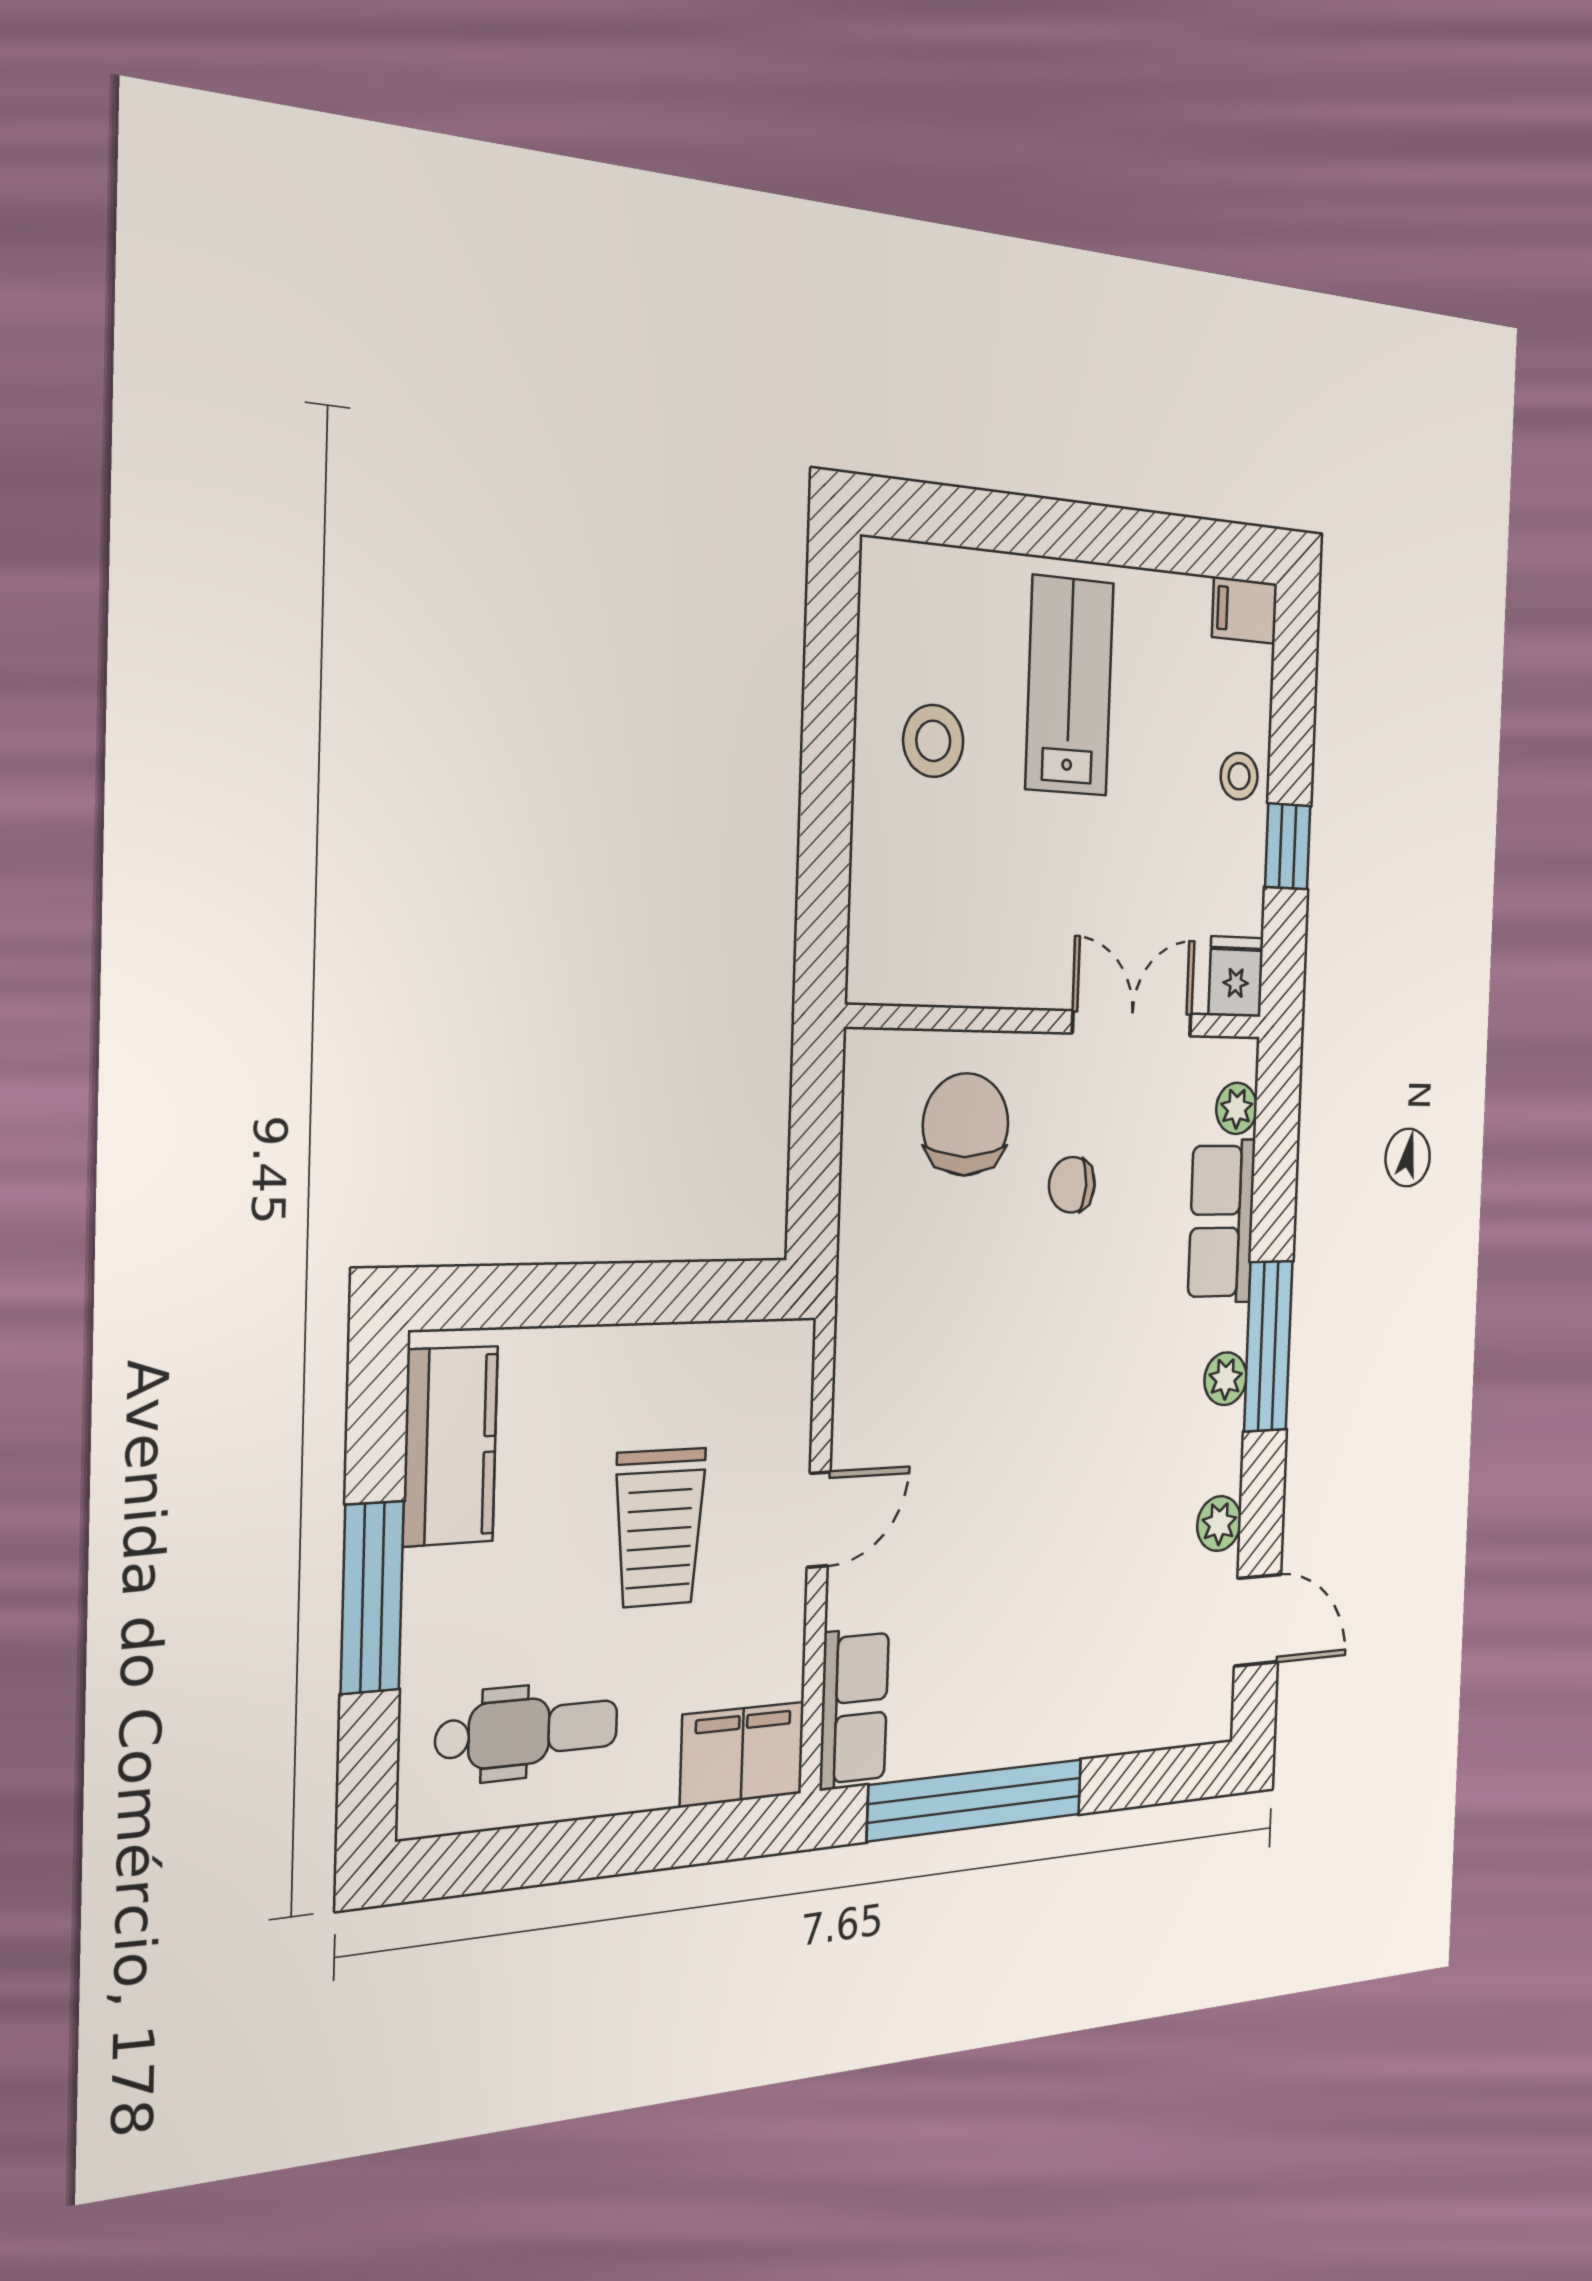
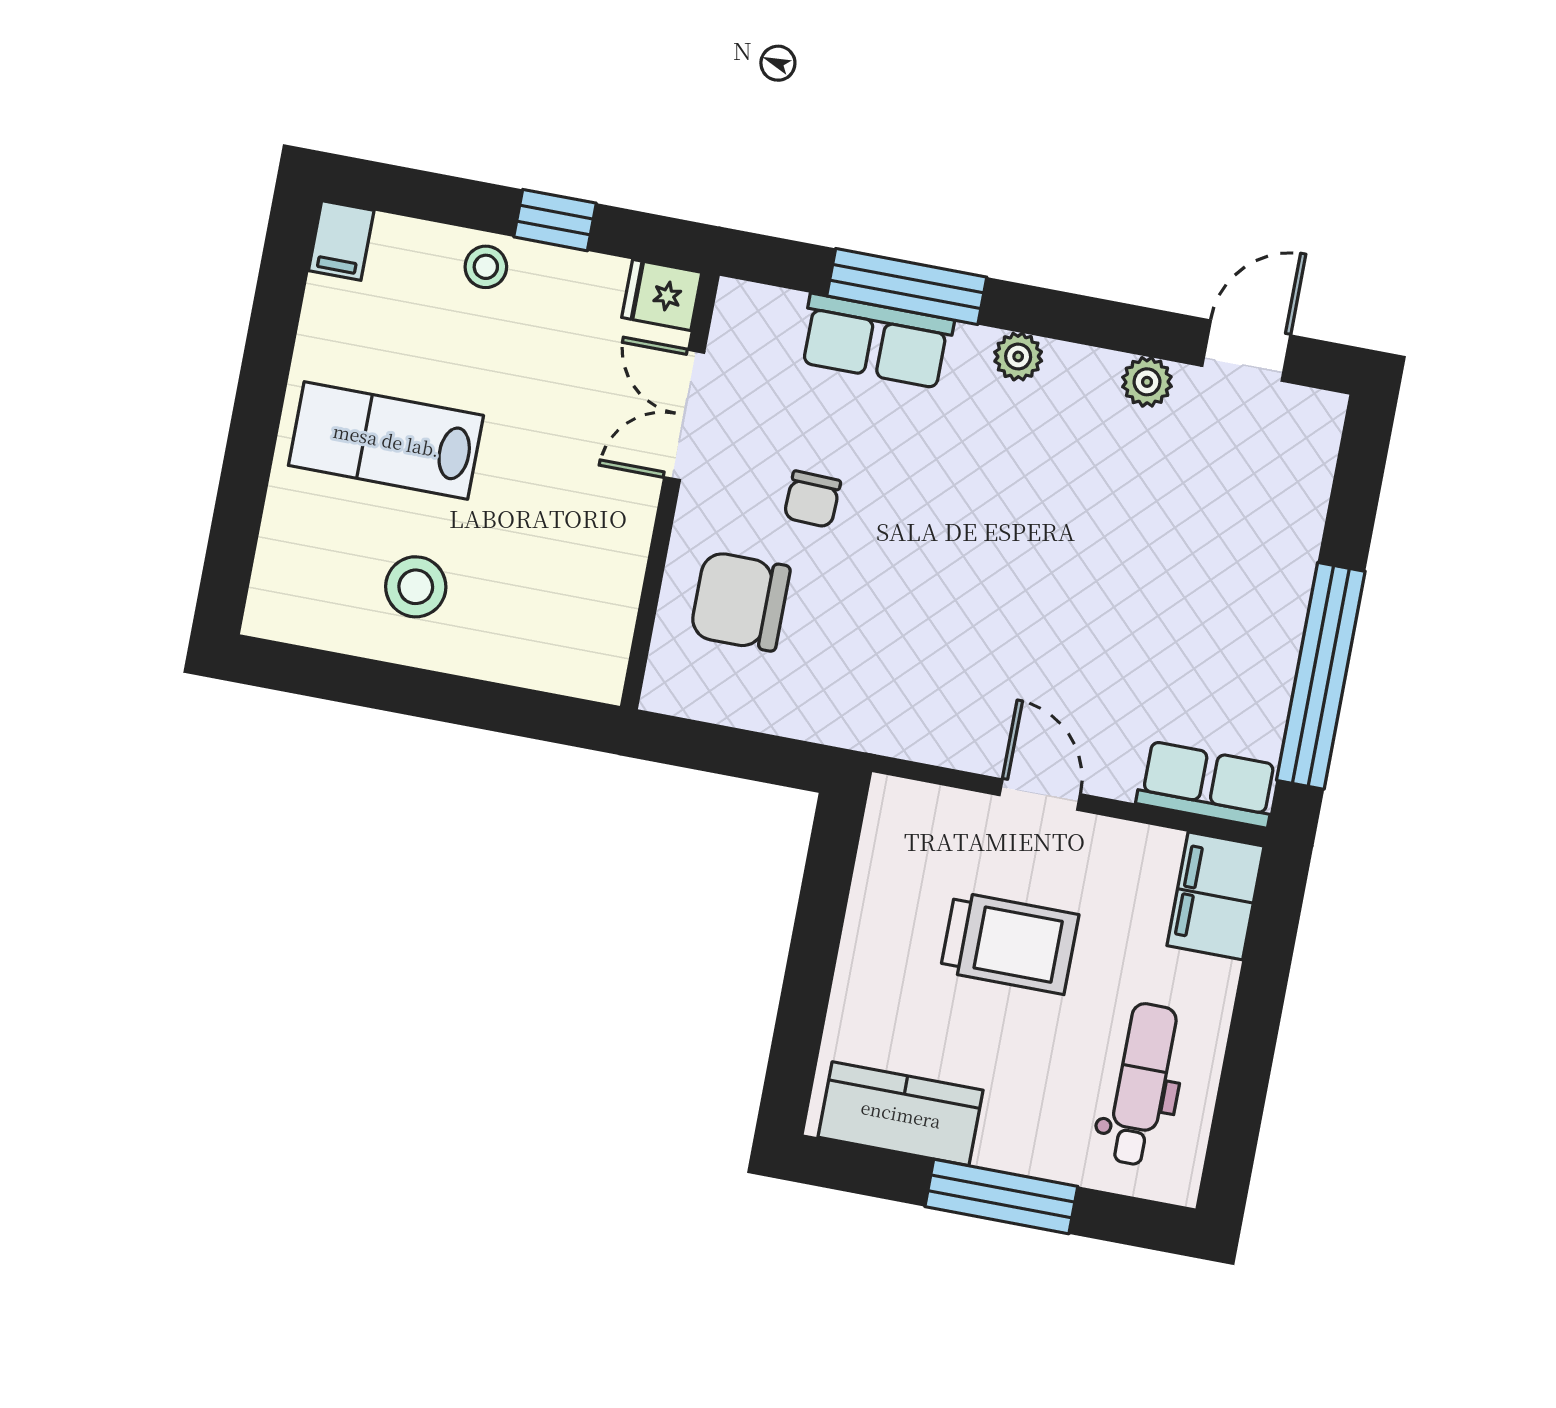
plant: (1237, 1108) -> (779, 310), removed
window: (1268, 1346) -> (907, 287), moved

